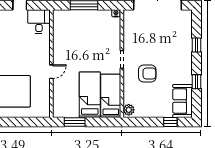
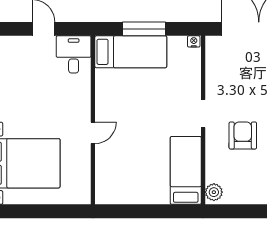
armchair: (147, 73) -> (243, 135), turned -90
bed: (90, 95) -> (131, 52), moved, turned 90
window: (75, 122) -> (129, 211), removed

